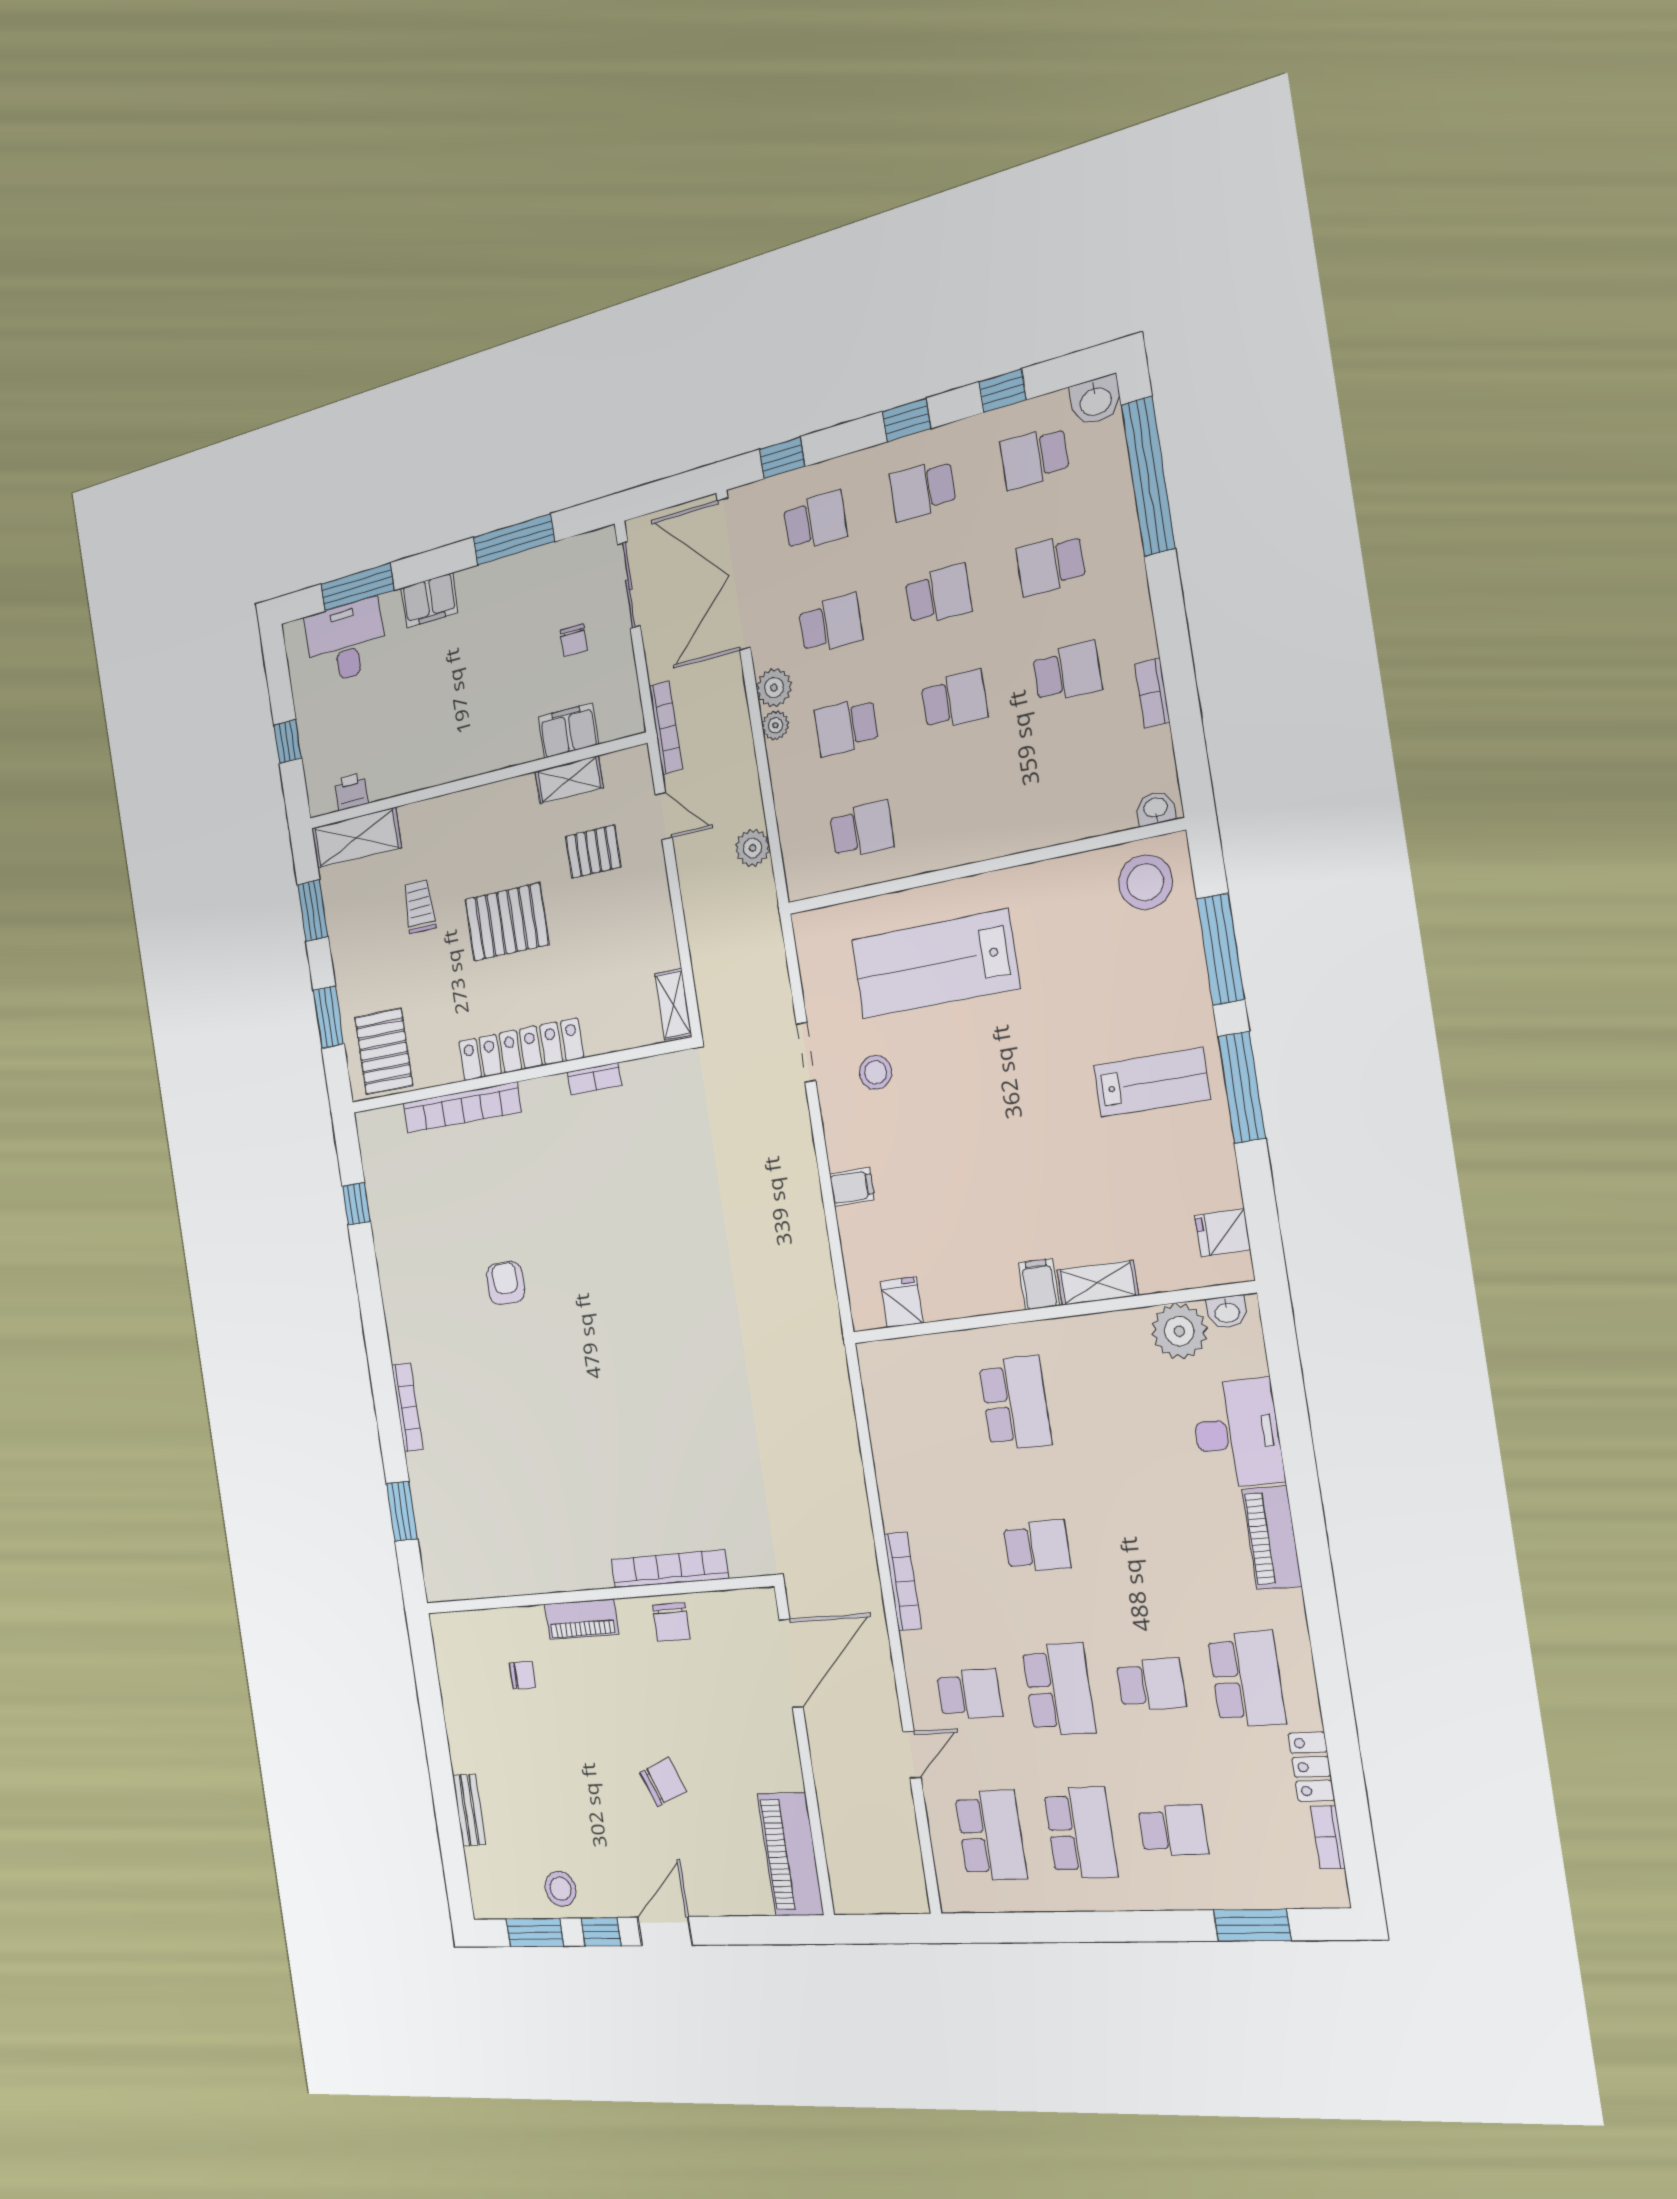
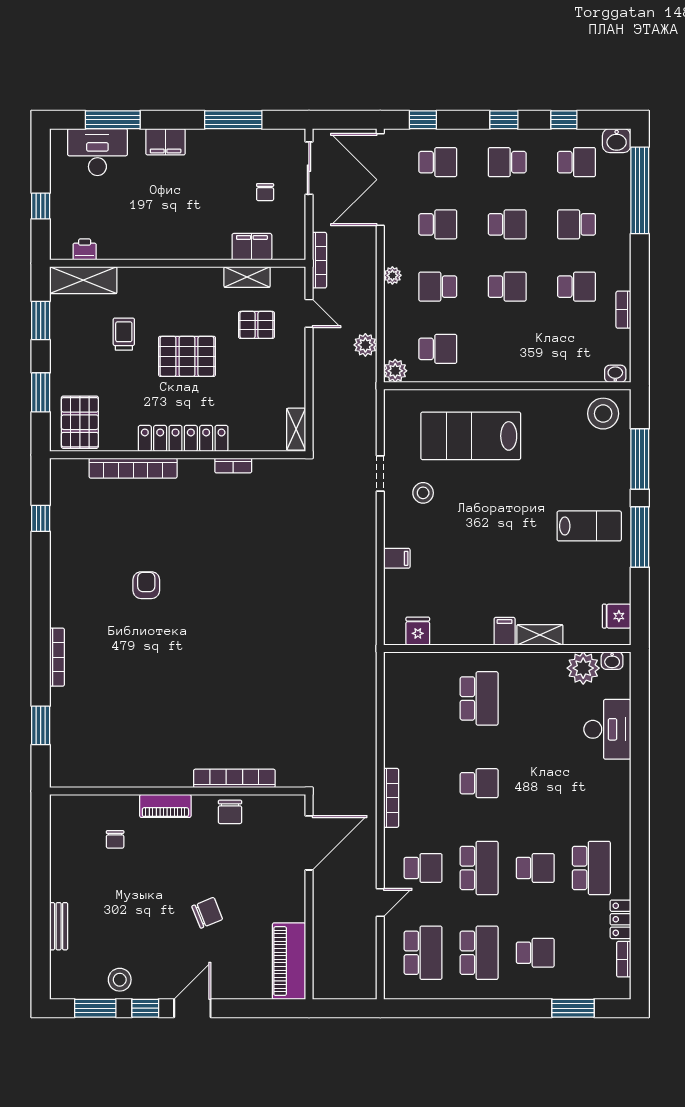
school desk: (1034, 458) -> (577, 162), turned 180
plant: (774, 688) -> (395, 371), moved
piano: (1272, 1538) -> (618, 789), removed
chair: (523, 1675) -> (115, 839), turned 90

